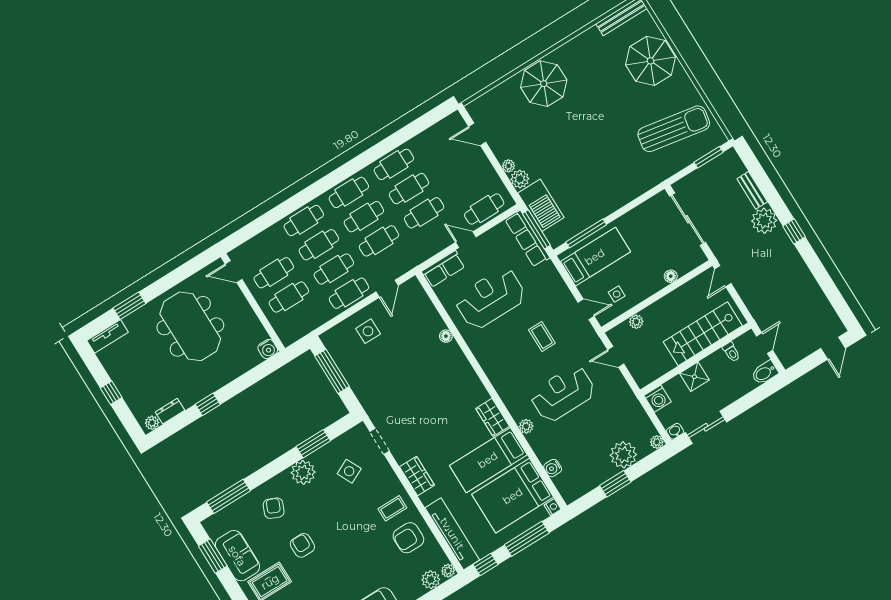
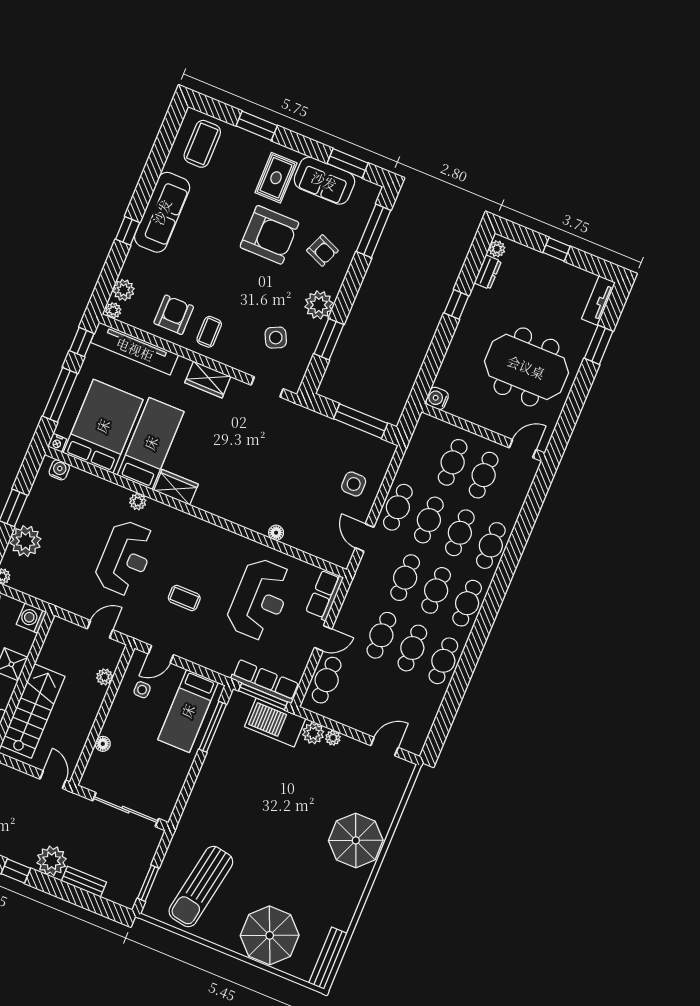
water cooler: (553, 468) -> (59, 470), moved
armchair: (302, 545) -> (269, 235), width x1.88, depth x1.88

